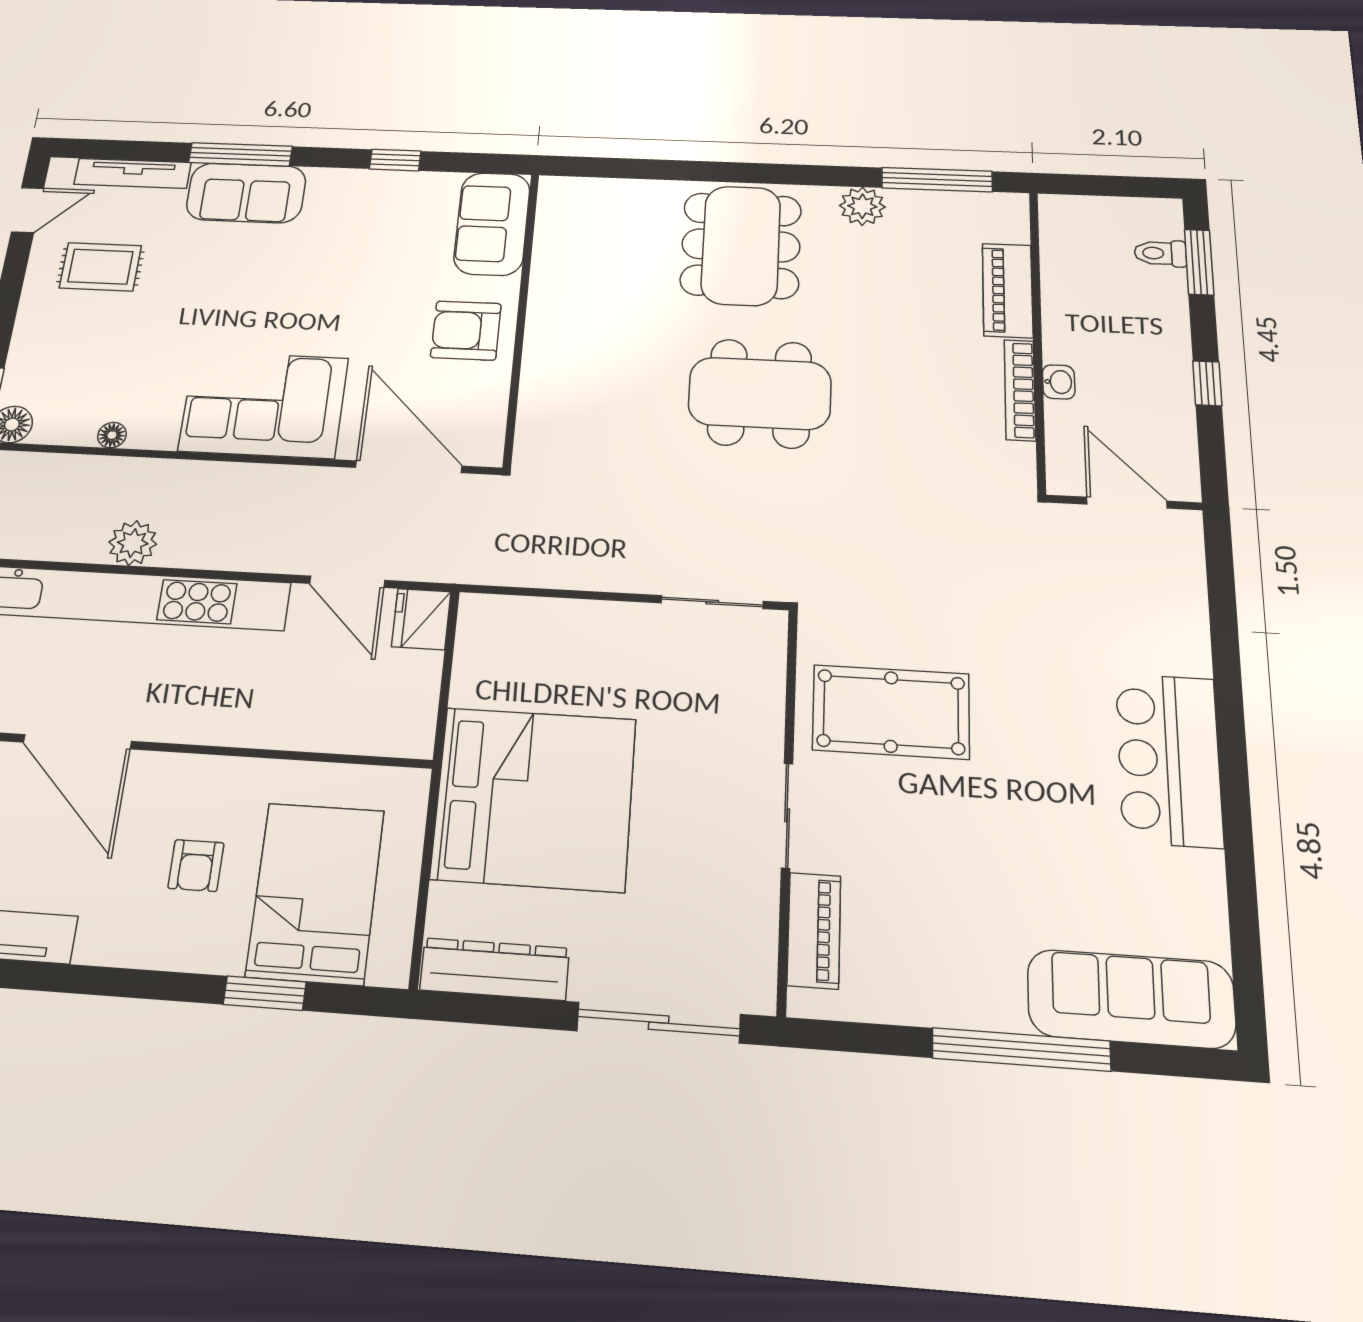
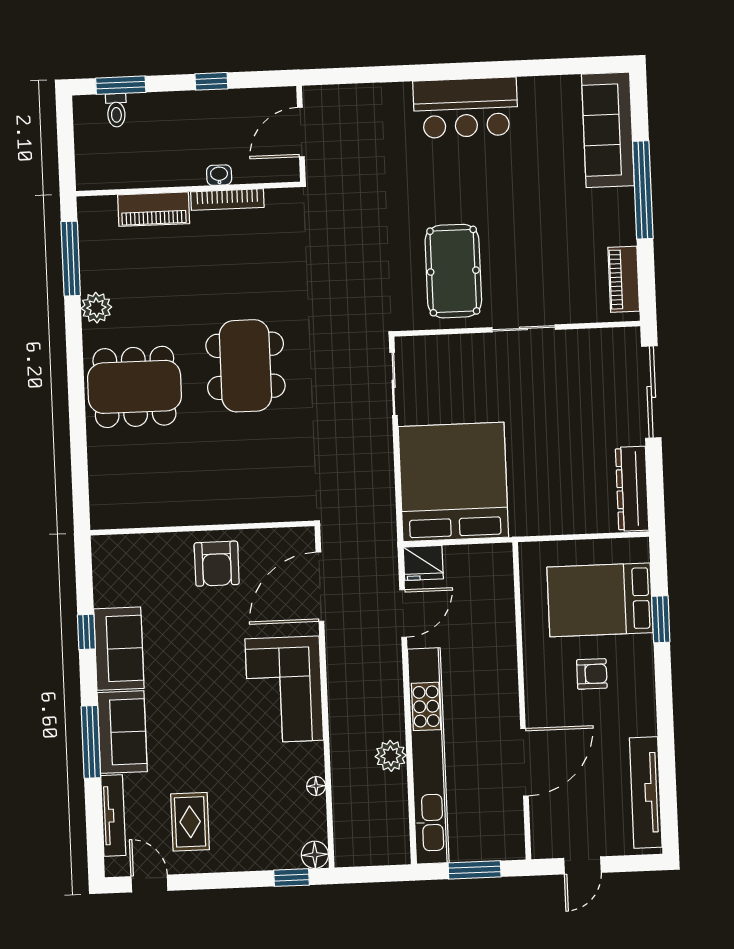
sofa: (492, 224) -> (119, 649), moved, turned -90
bed: (534, 798) -> (453, 482), moved
piano: (814, 930) -> (624, 279), moved, turned -90

